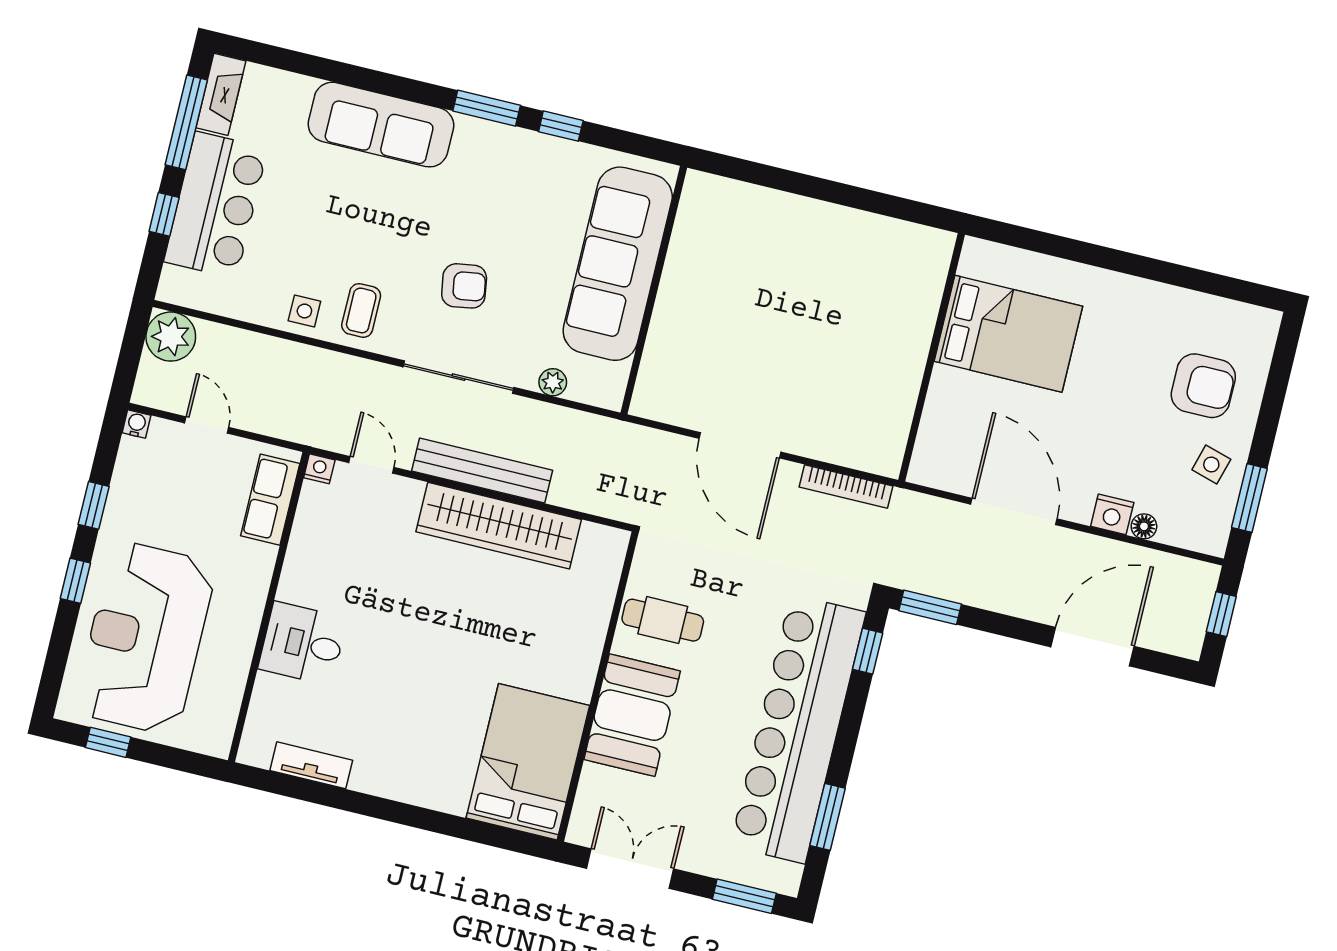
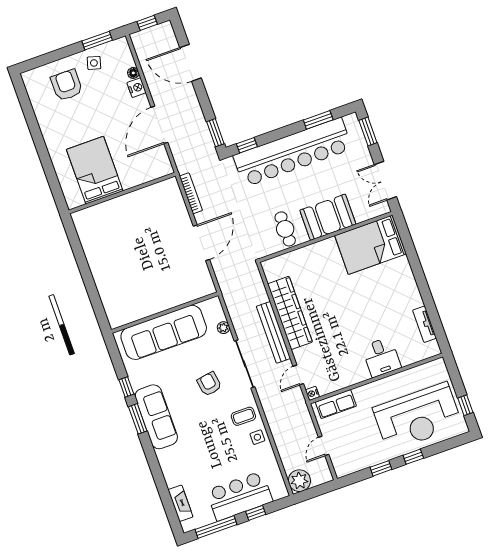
fireplace: (221, 94) -> (181, 503), moved, turned 90
sofa: (381, 125) -> (156, 417), moved
water cooler: (137, 424) -> (340, 472), removed

